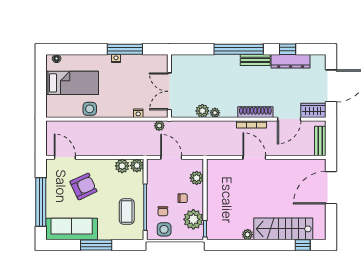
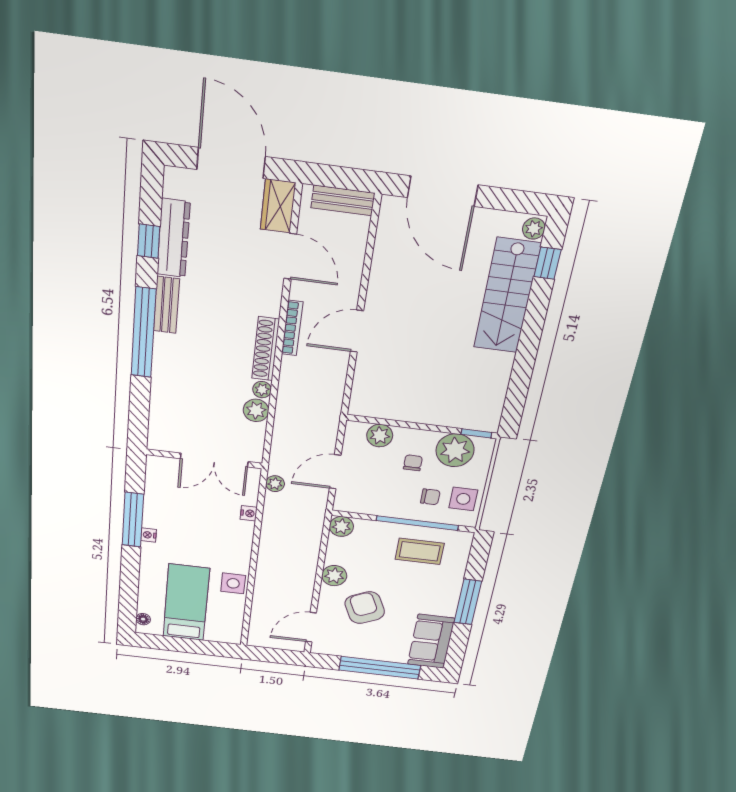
shoe rack: (255, 112) -> (266, 349), moved
plant: (122, 166) -> (334, 576), moved
sofa: (72, 229) -> (431, 641), width x0.73
plant: (248, 235) -> (534, 229), moved

